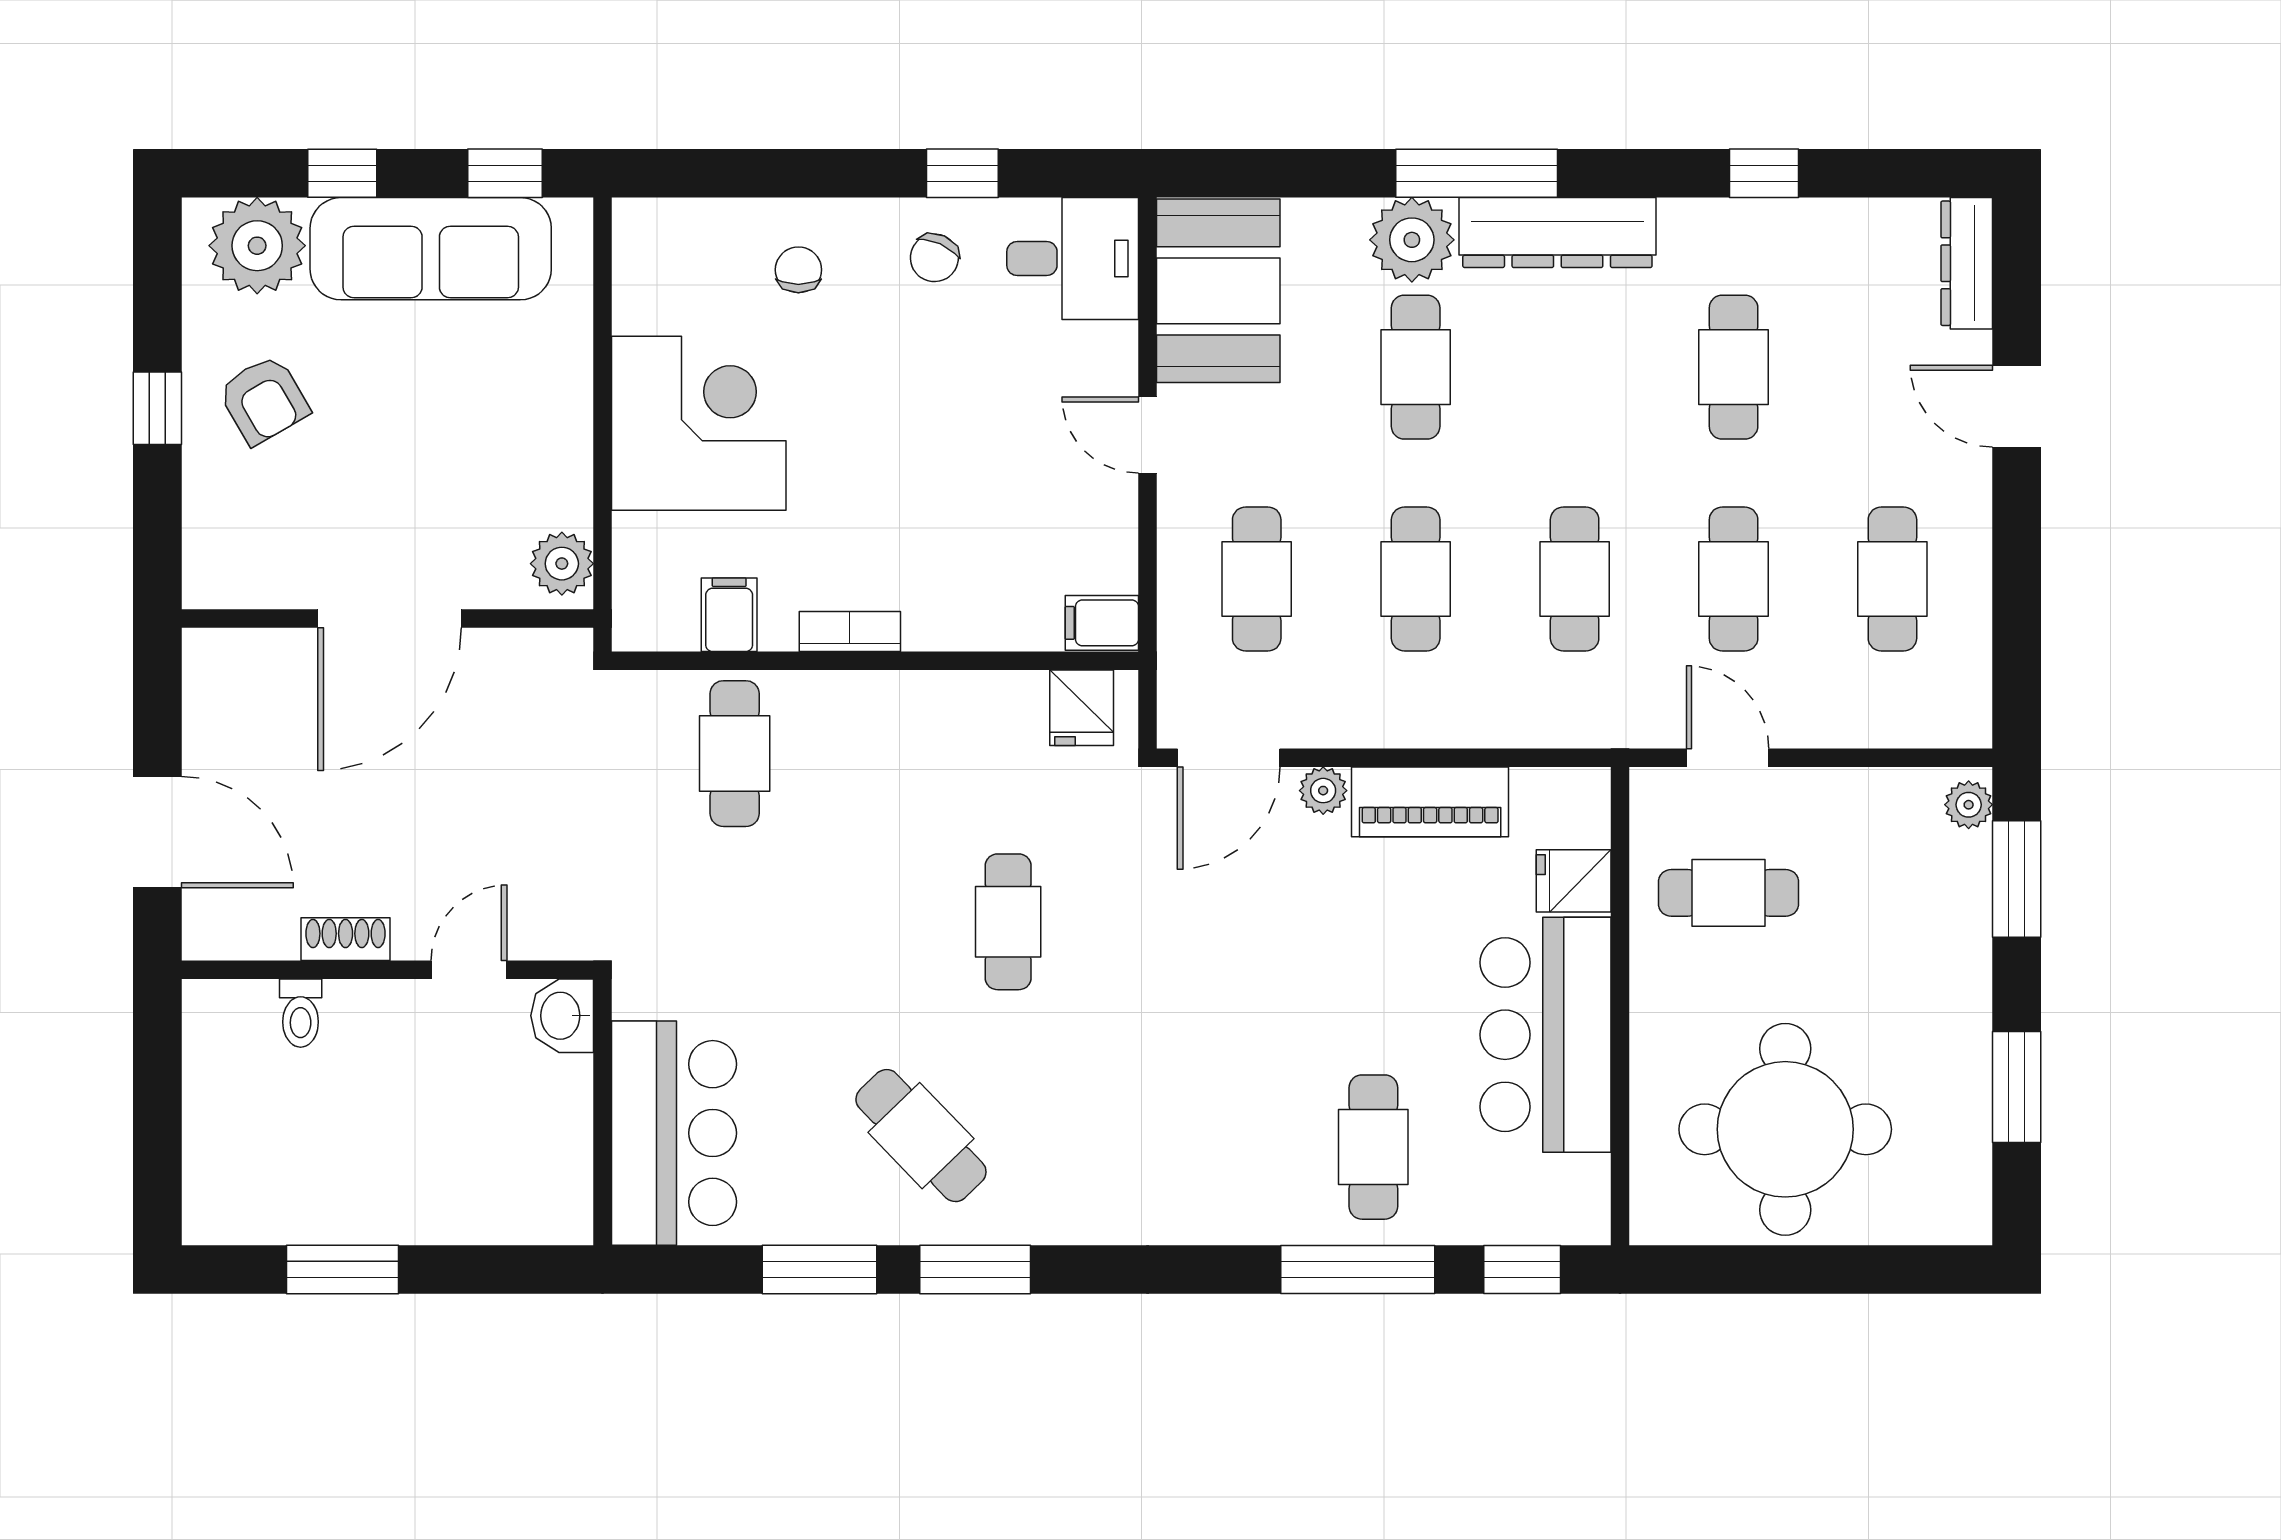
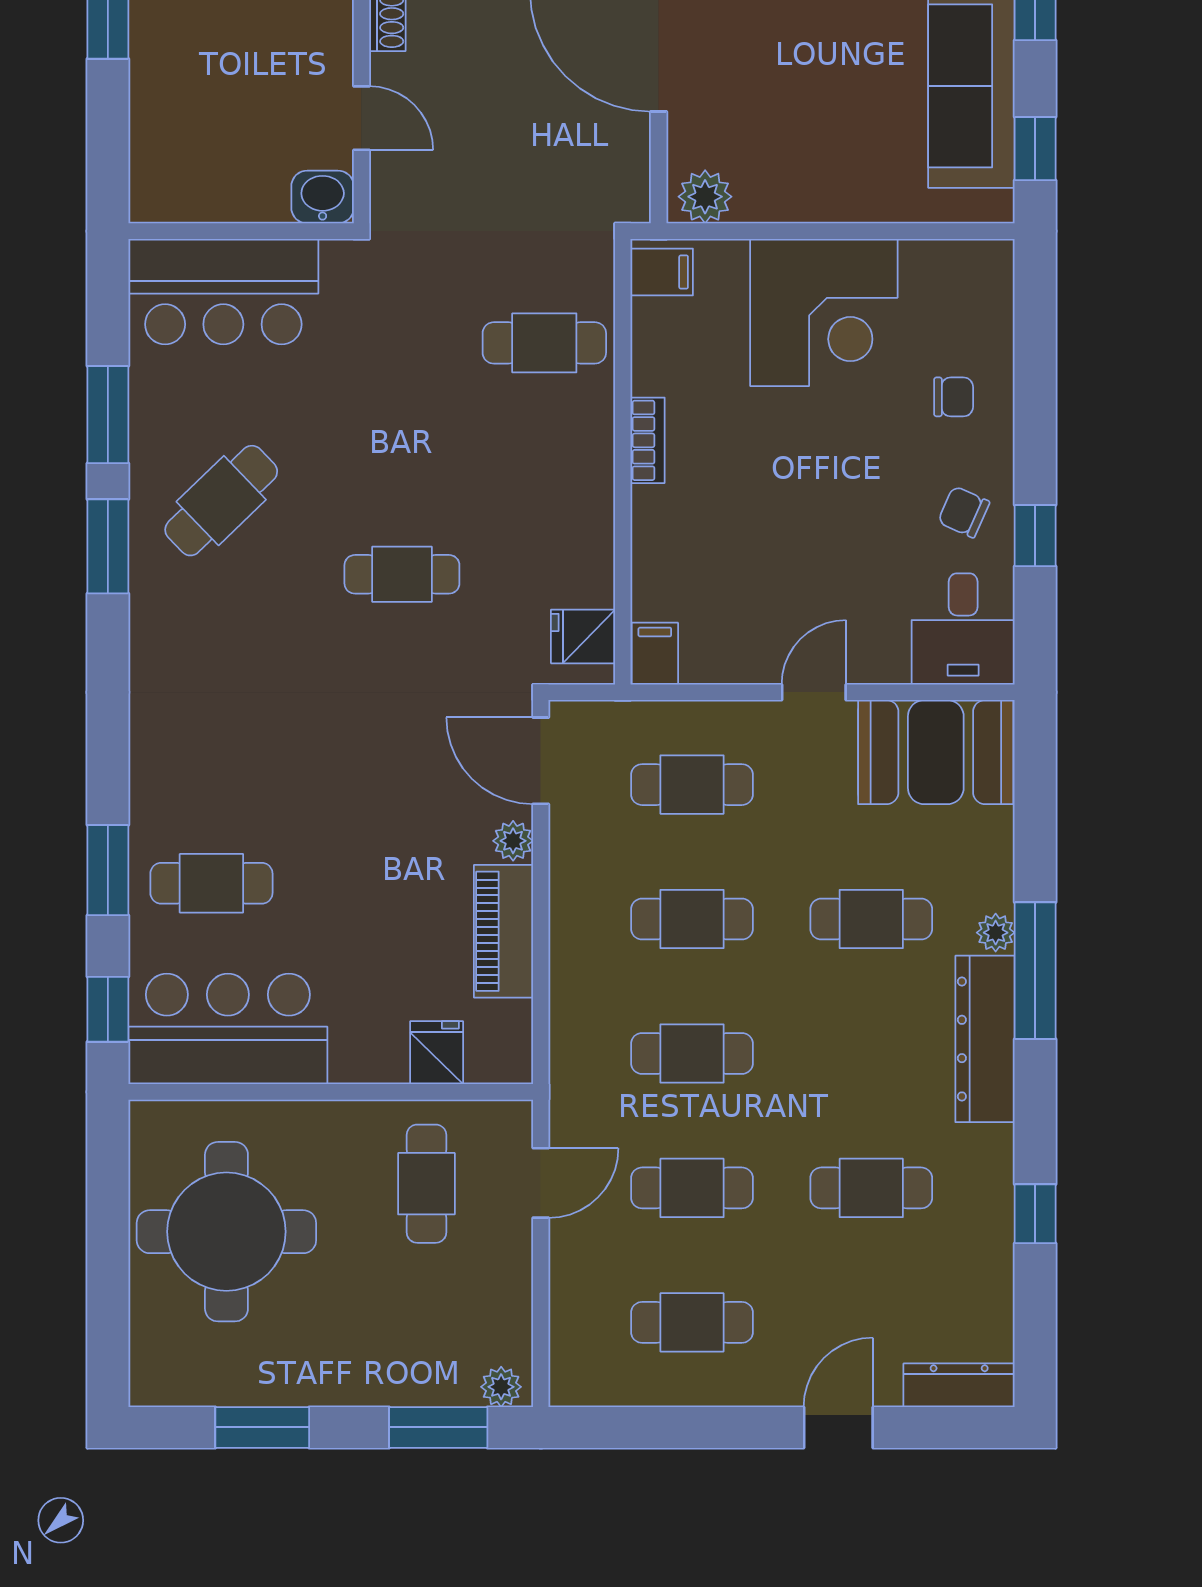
plant: (1412, 240) -> (996, 933), width x0.53, depth x0.53
filing cabinet: (729, 615) -> (662, 272), moved
bar counter: (1546, 1035) -> (228, 1029), moved
window: (1358, 1270) -> (108, 870), width x0.69

